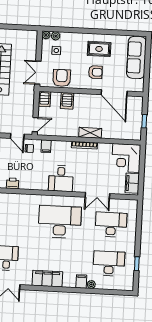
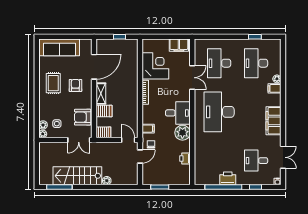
shelving: (90, 133) -> (101, 94), moved
corner desk: (126, 158) -> (155, 66), moved, turned -90
plant: (40, 182) -> (182, 133), added

